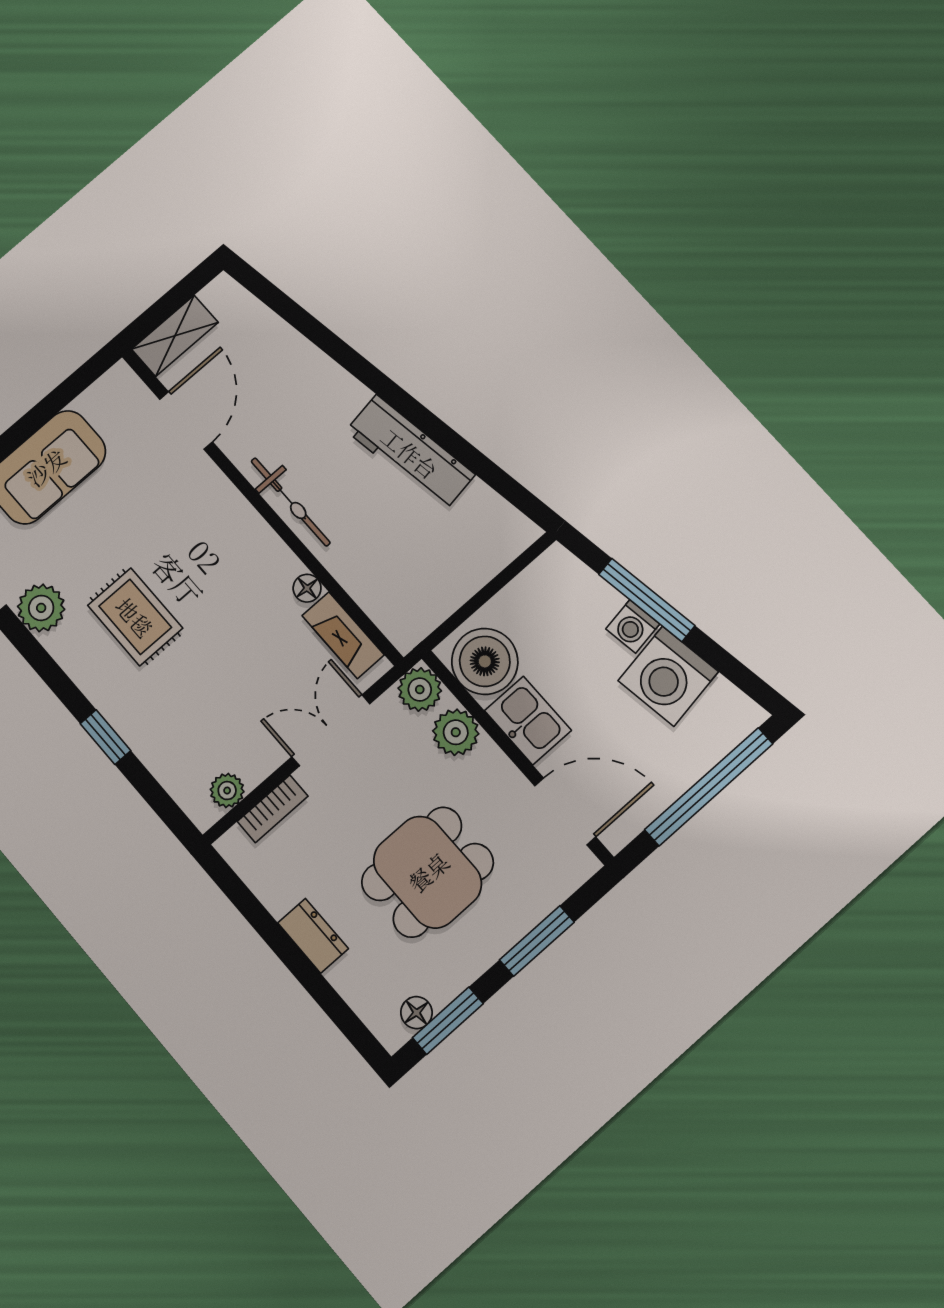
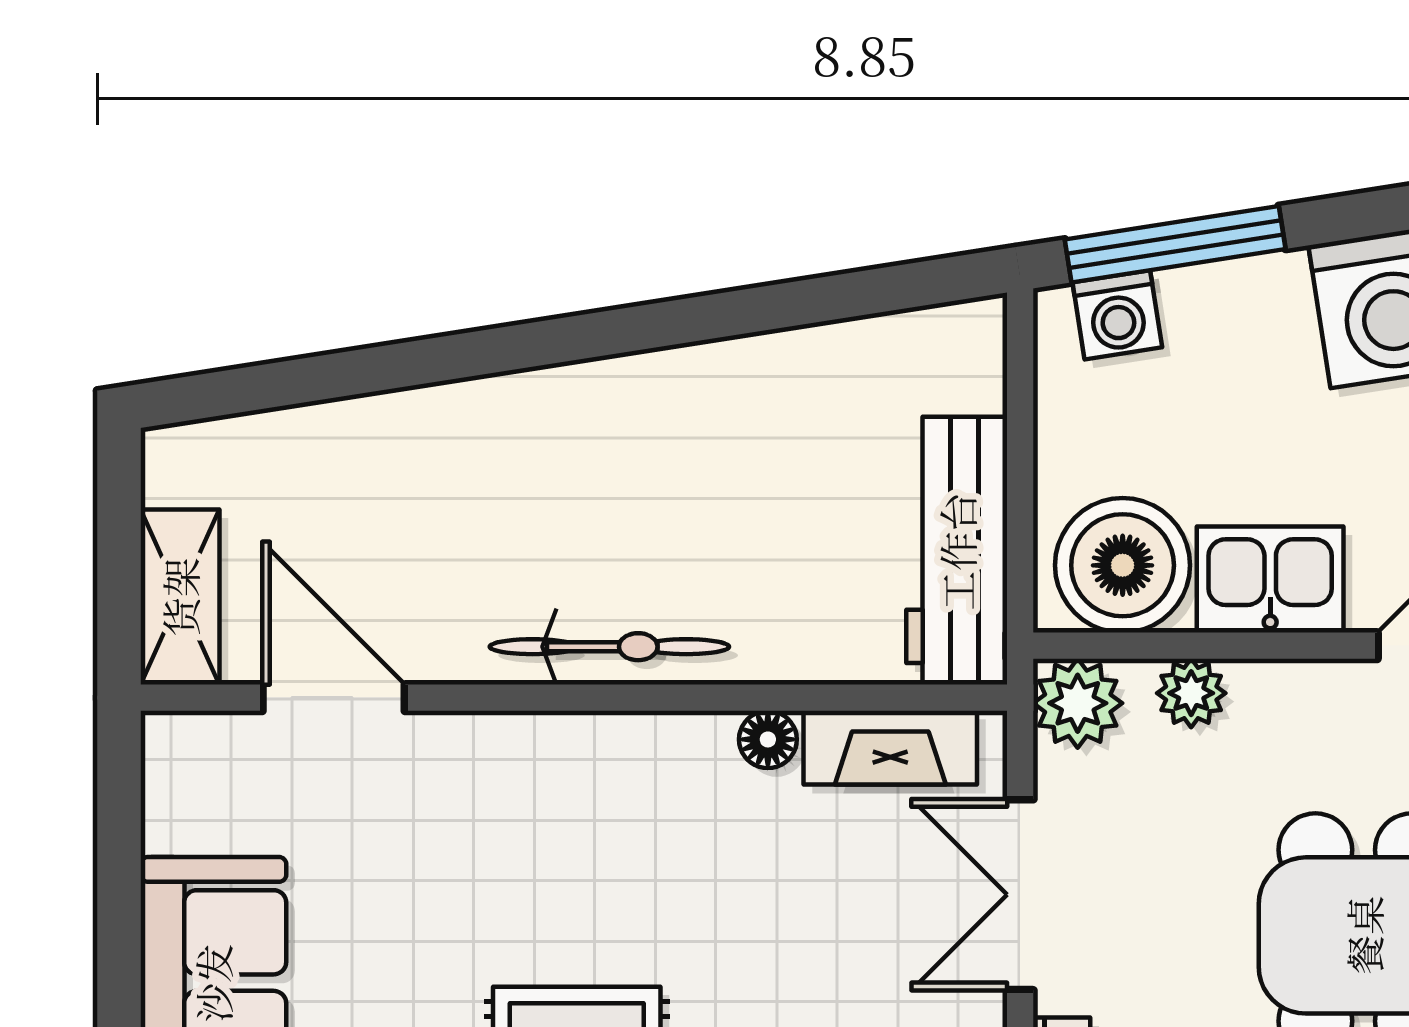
workbench: (410, 453) -> (957, 551), moved, turned 99
window: (647, 600) -> (1175, 244), moved
washing machine: (633, 626) -> (1117, 315), moved
plant: (456, 732) -> (1191, 693), width x0.73, depth x0.73

